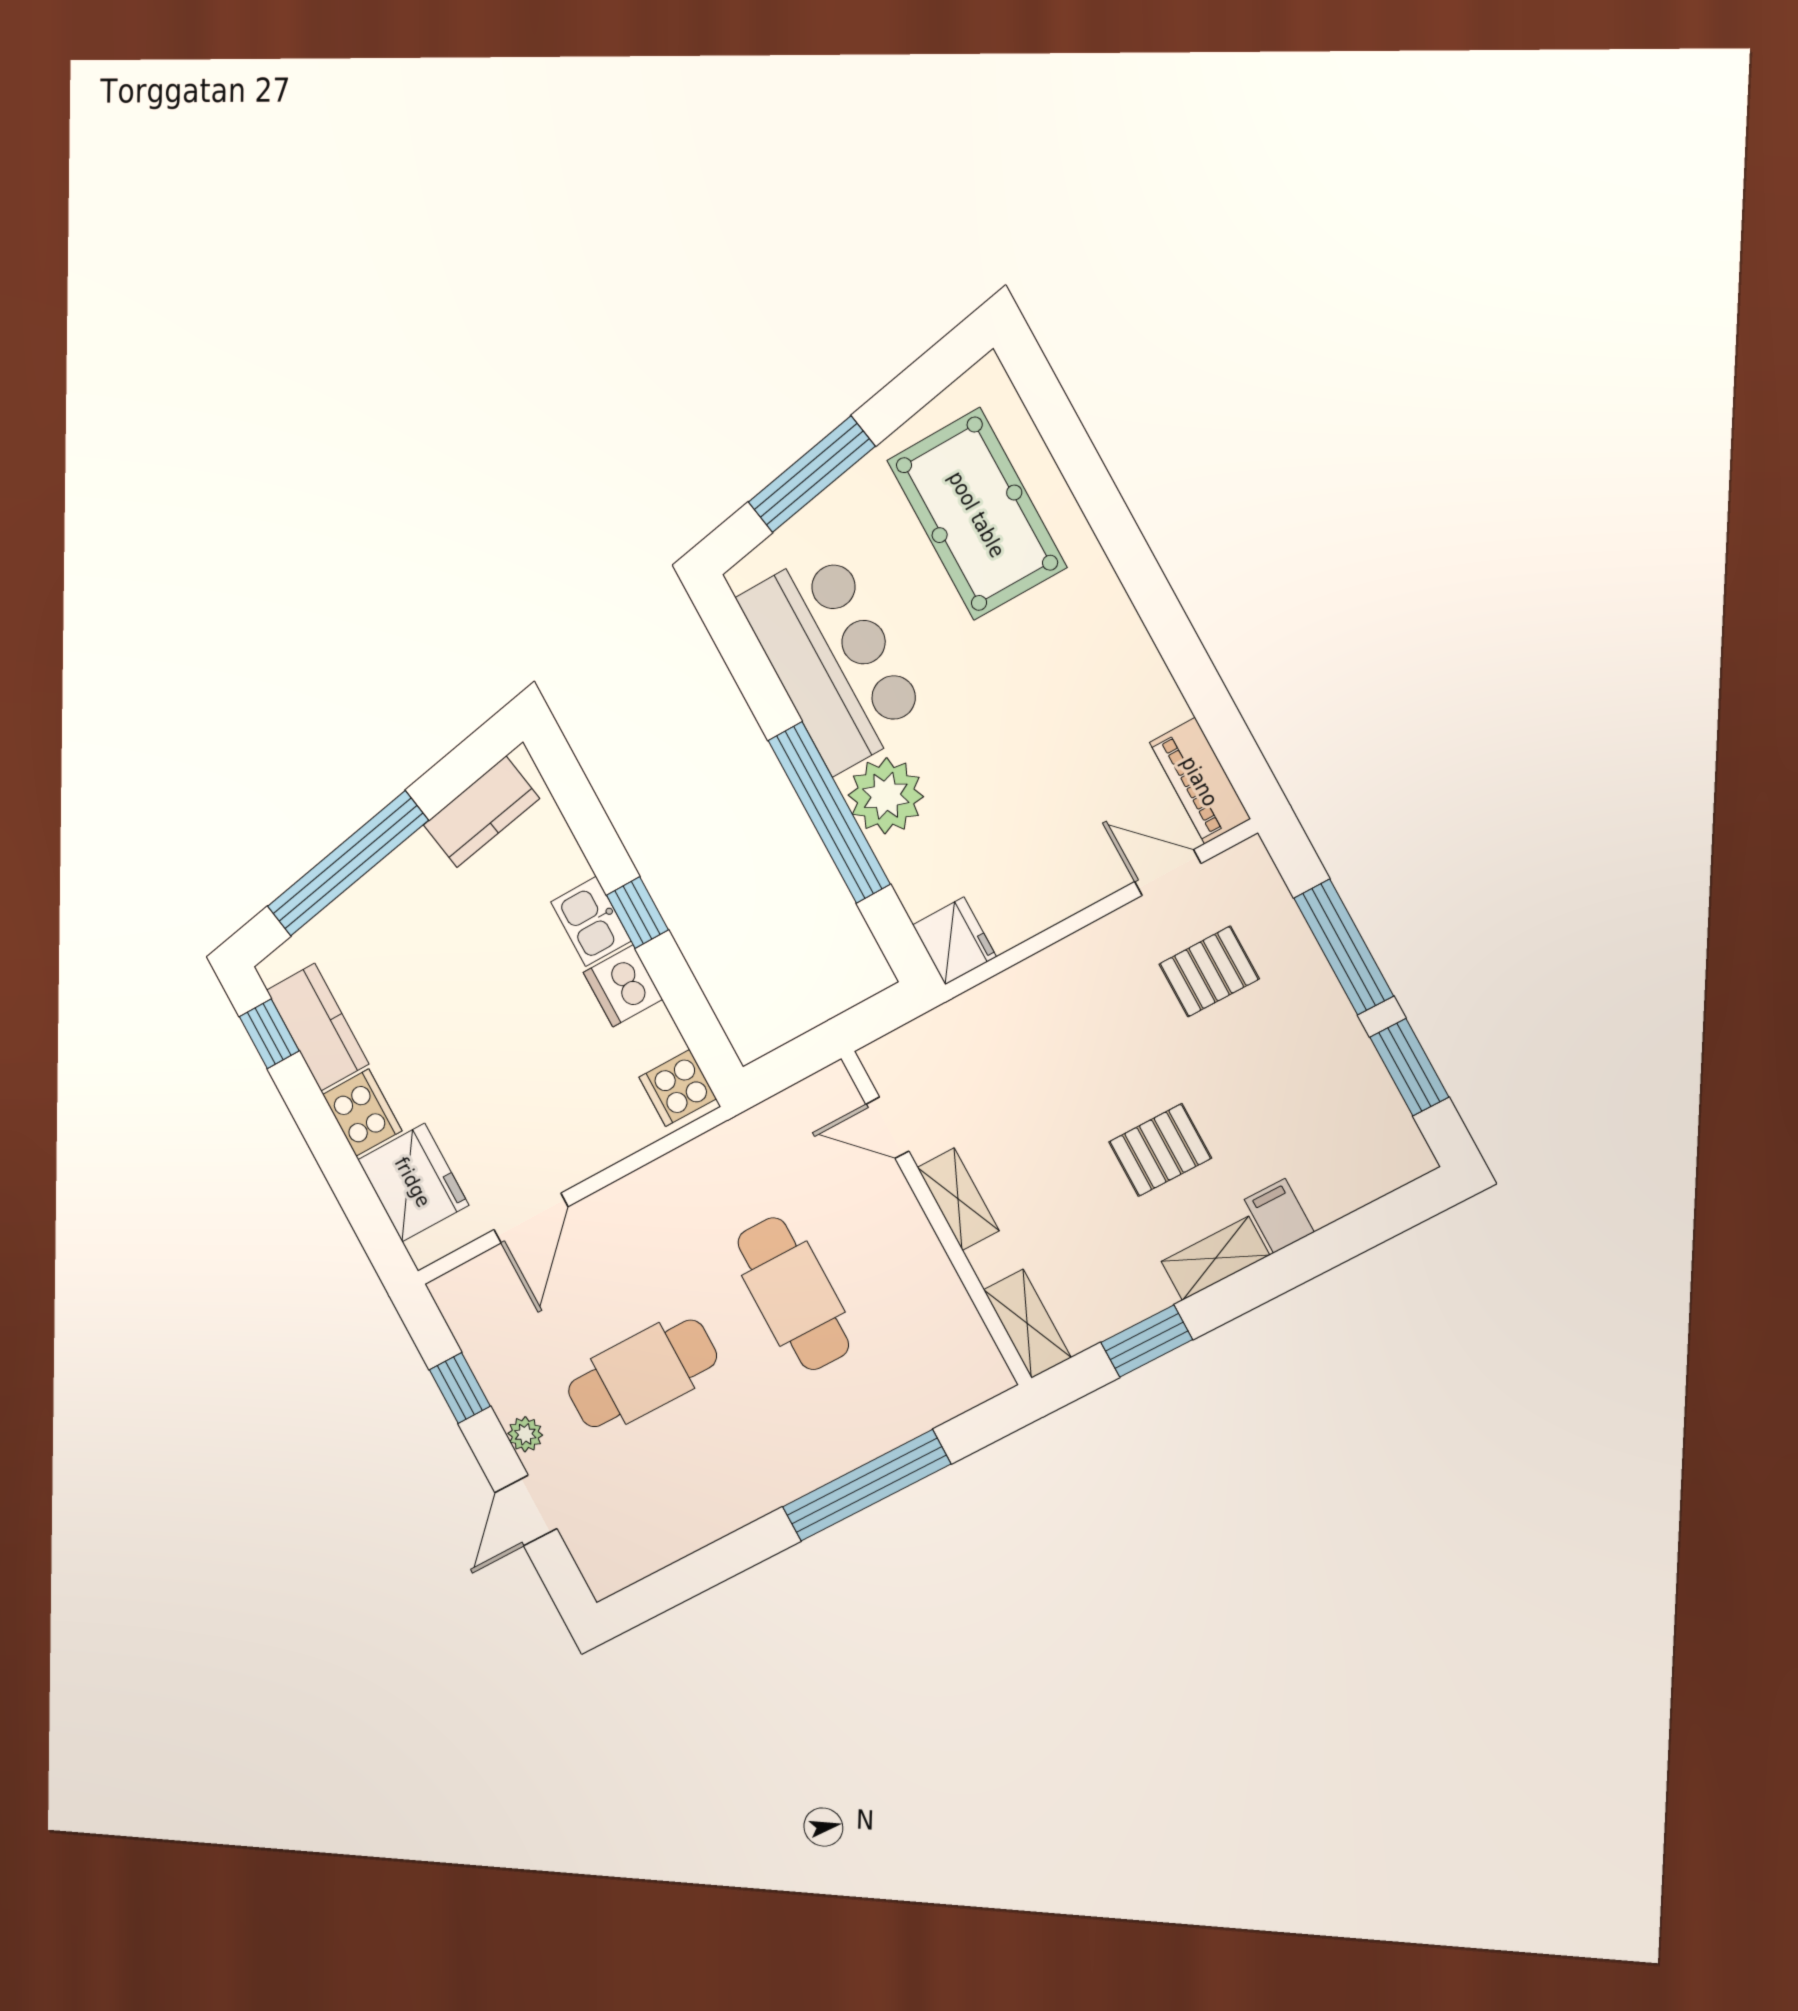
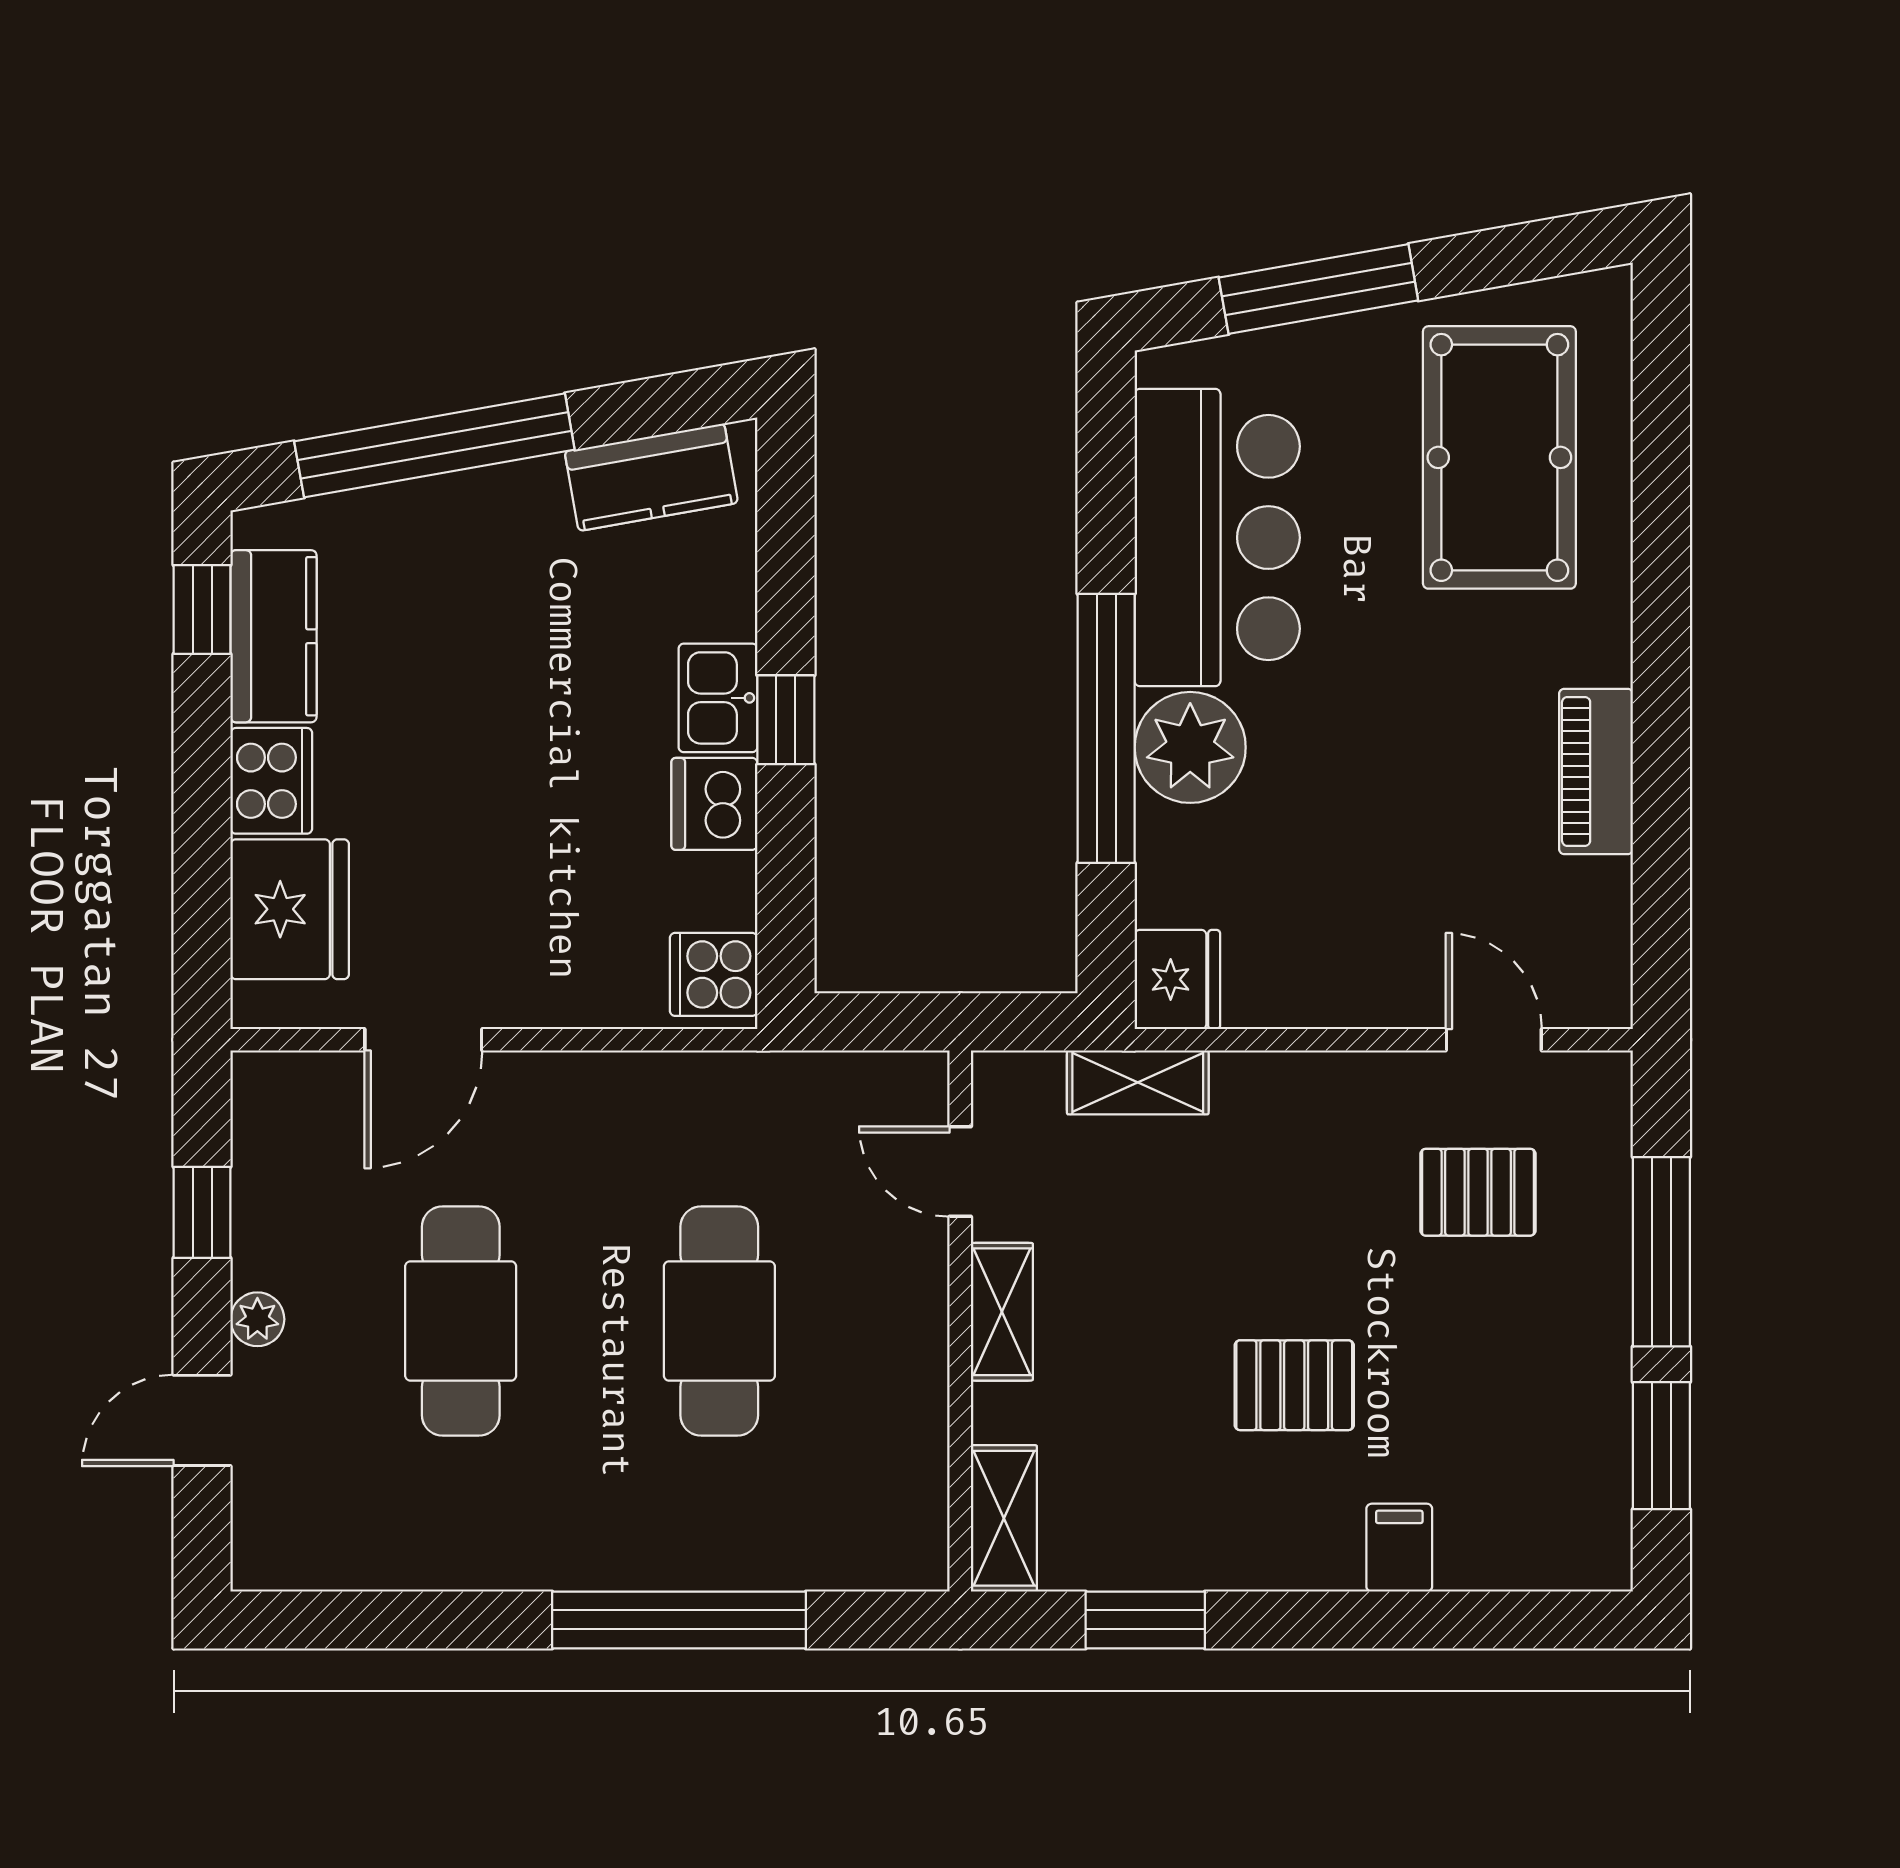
piano: (1200, 781) -> (1596, 771), moved
shelving: (1215, 1258) -> (1138, 1082), moved
cafe table: (642, 1373) -> (461, 1321), turned 90

